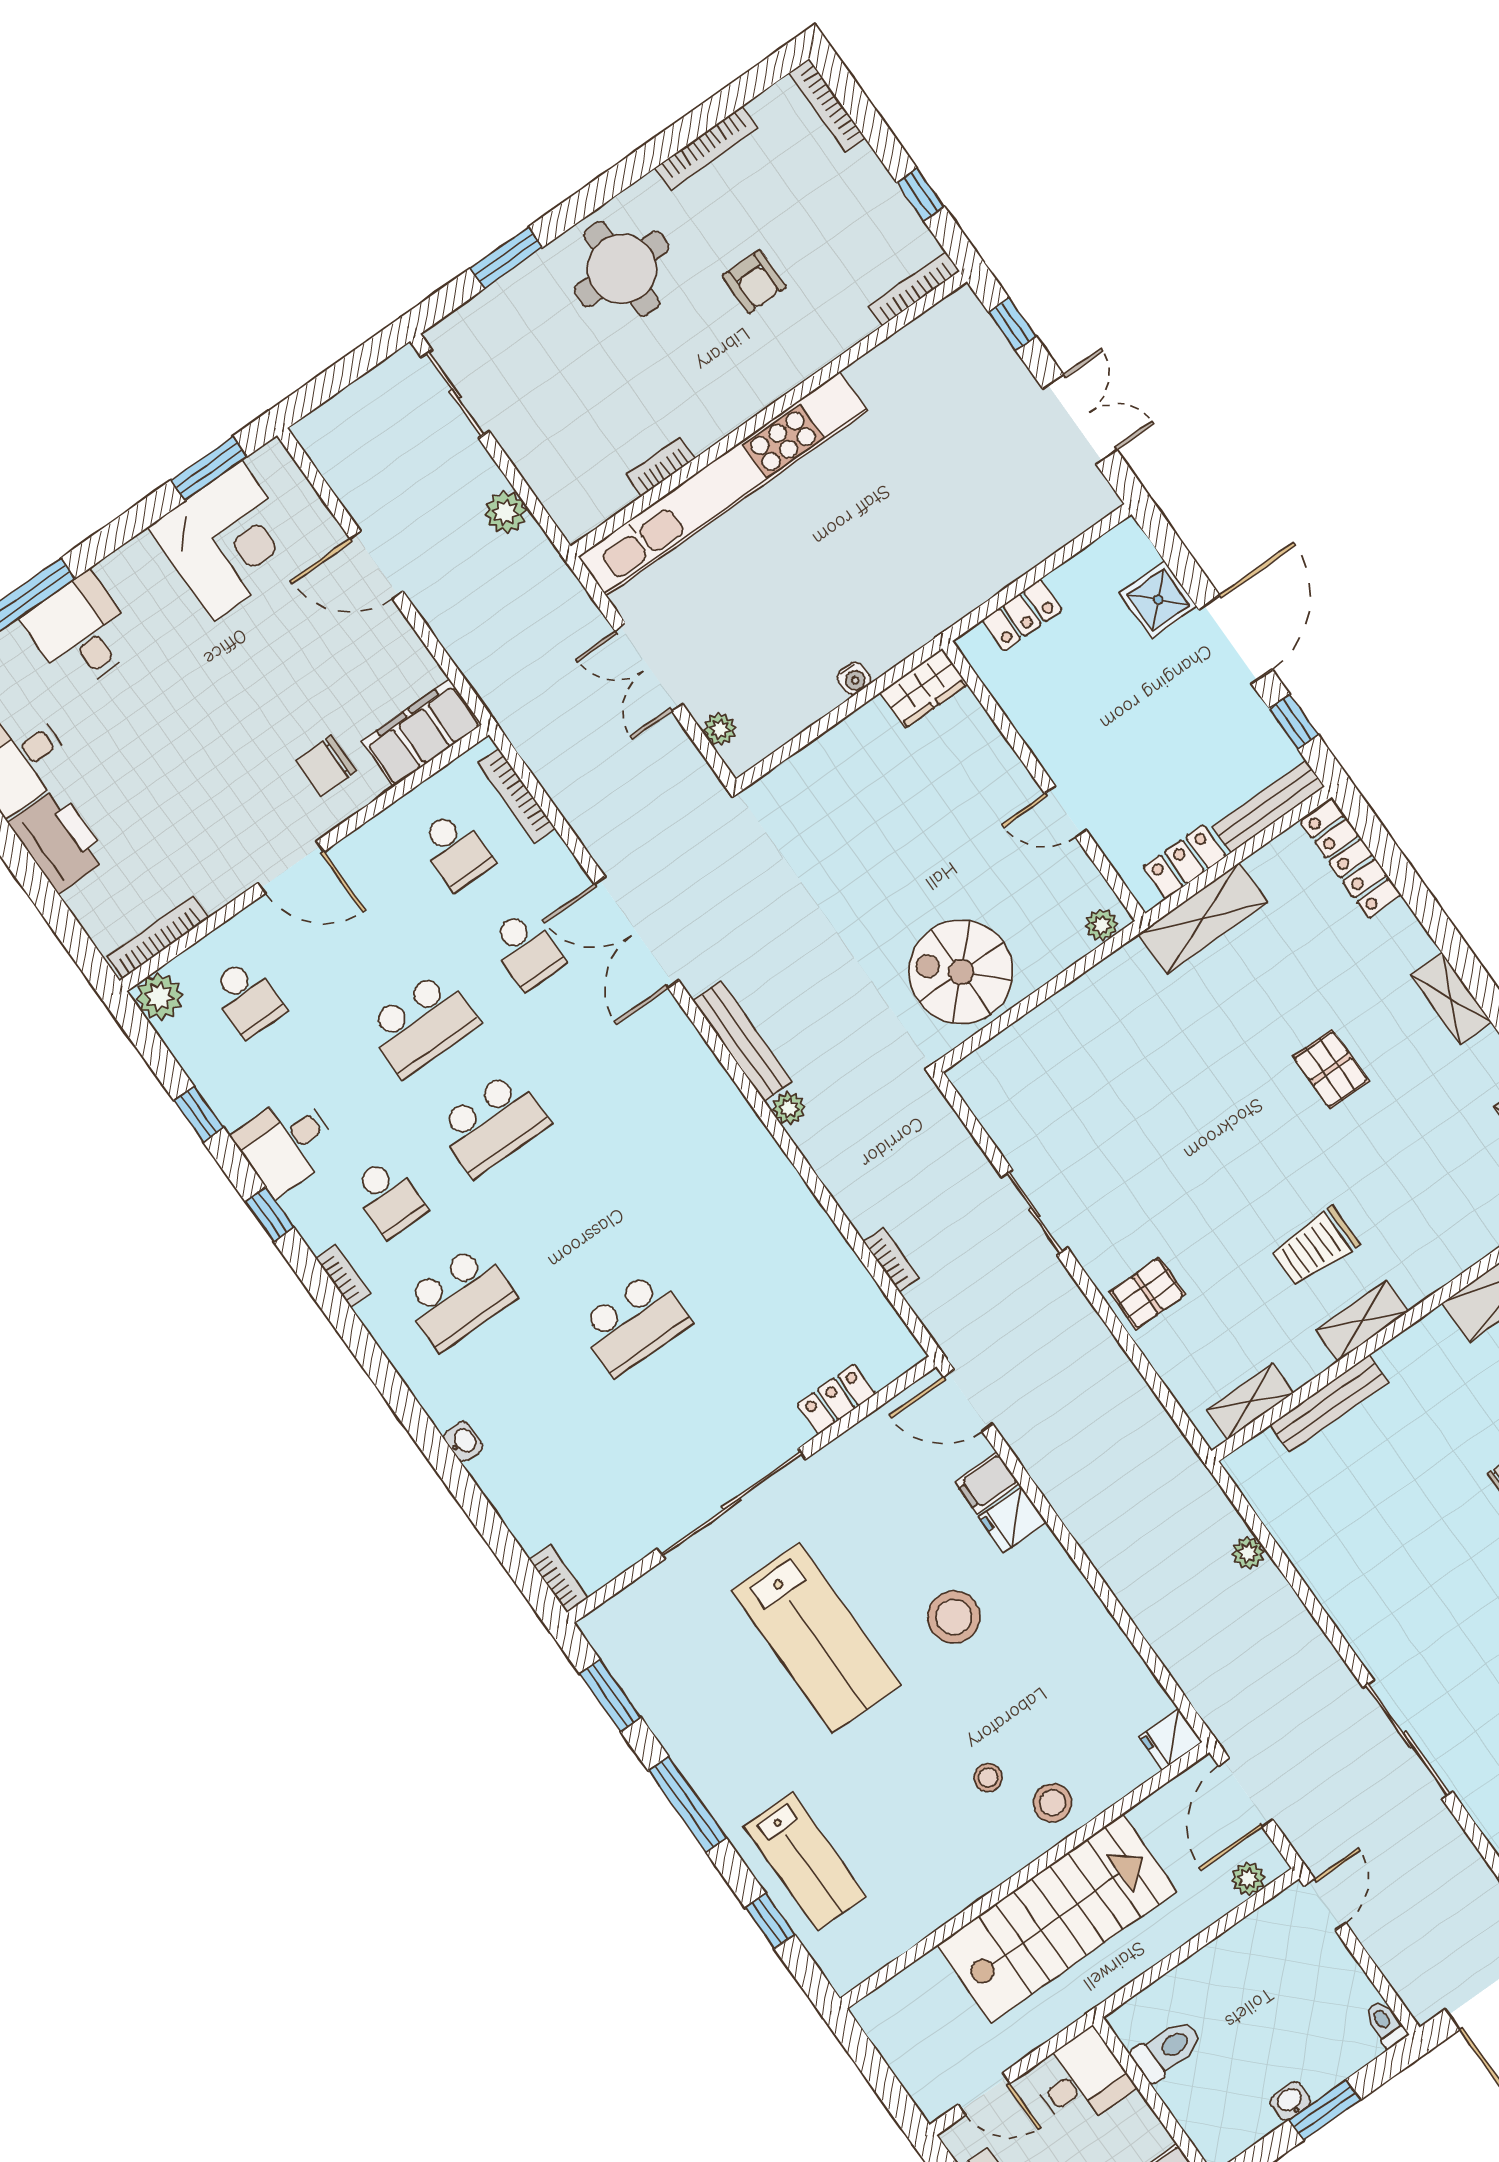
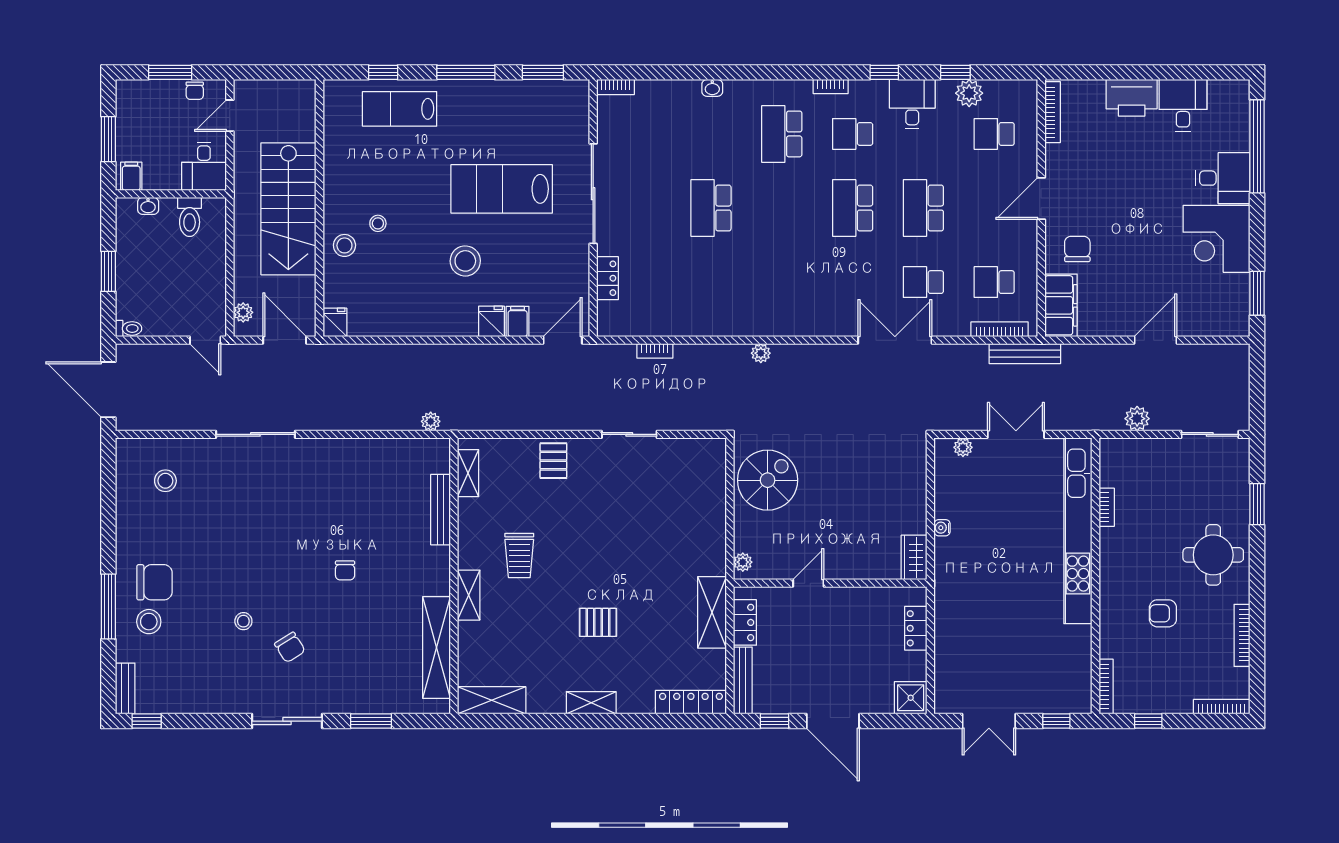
corner desk: (227, 541) -> (1217, 239), moved
shower: (1158, 600) -> (911, 698), moved
plant: (159, 997) -> (969, 93), moved
bench: (742, 1041) -> (1025, 354), moved
trolley: (1315, 1247) -> (519, 555), turned 180
shelving: (1362, 1321) -> (469, 595), moved
plant: (1248, 1553) -> (431, 421), moved
washbasin: (1290, 2101) -> (148, 206), moved, turned 90

